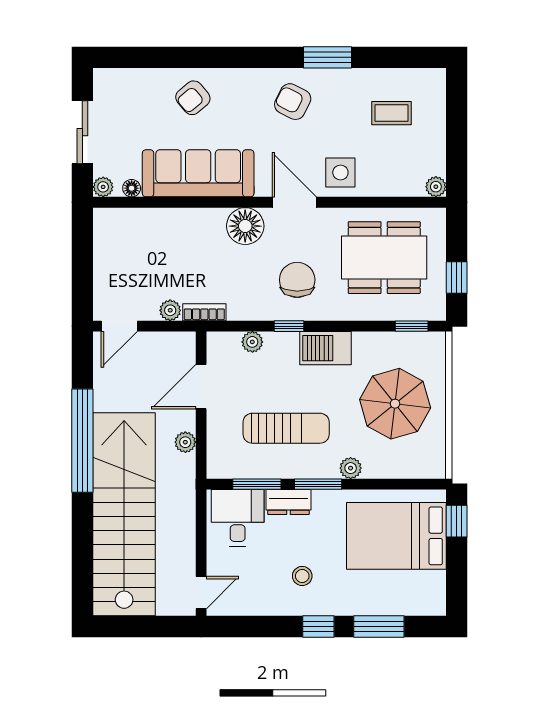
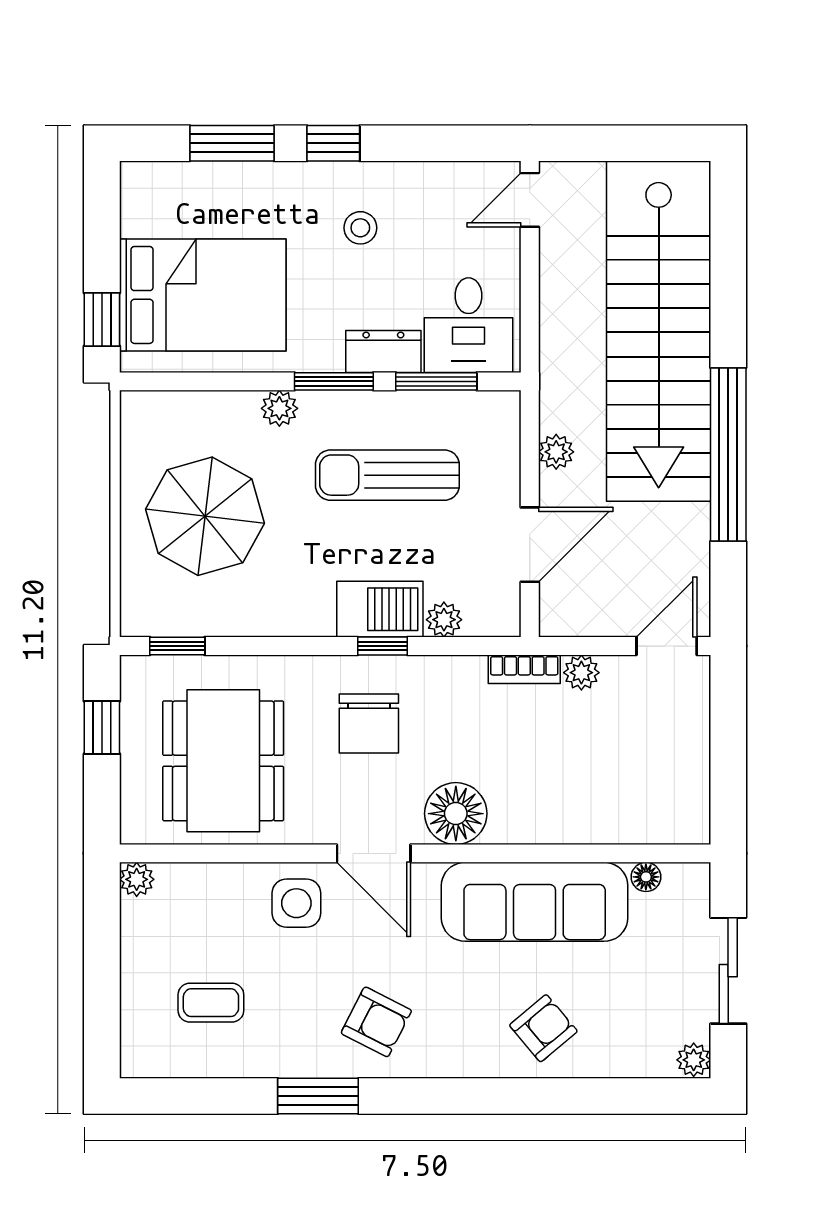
plant: (103, 187) -> (694, 1060), moved
dining table: (384, 258) -> (223, 761), turned 90
barbecue: (325, 348) -> (380, 609), moved

